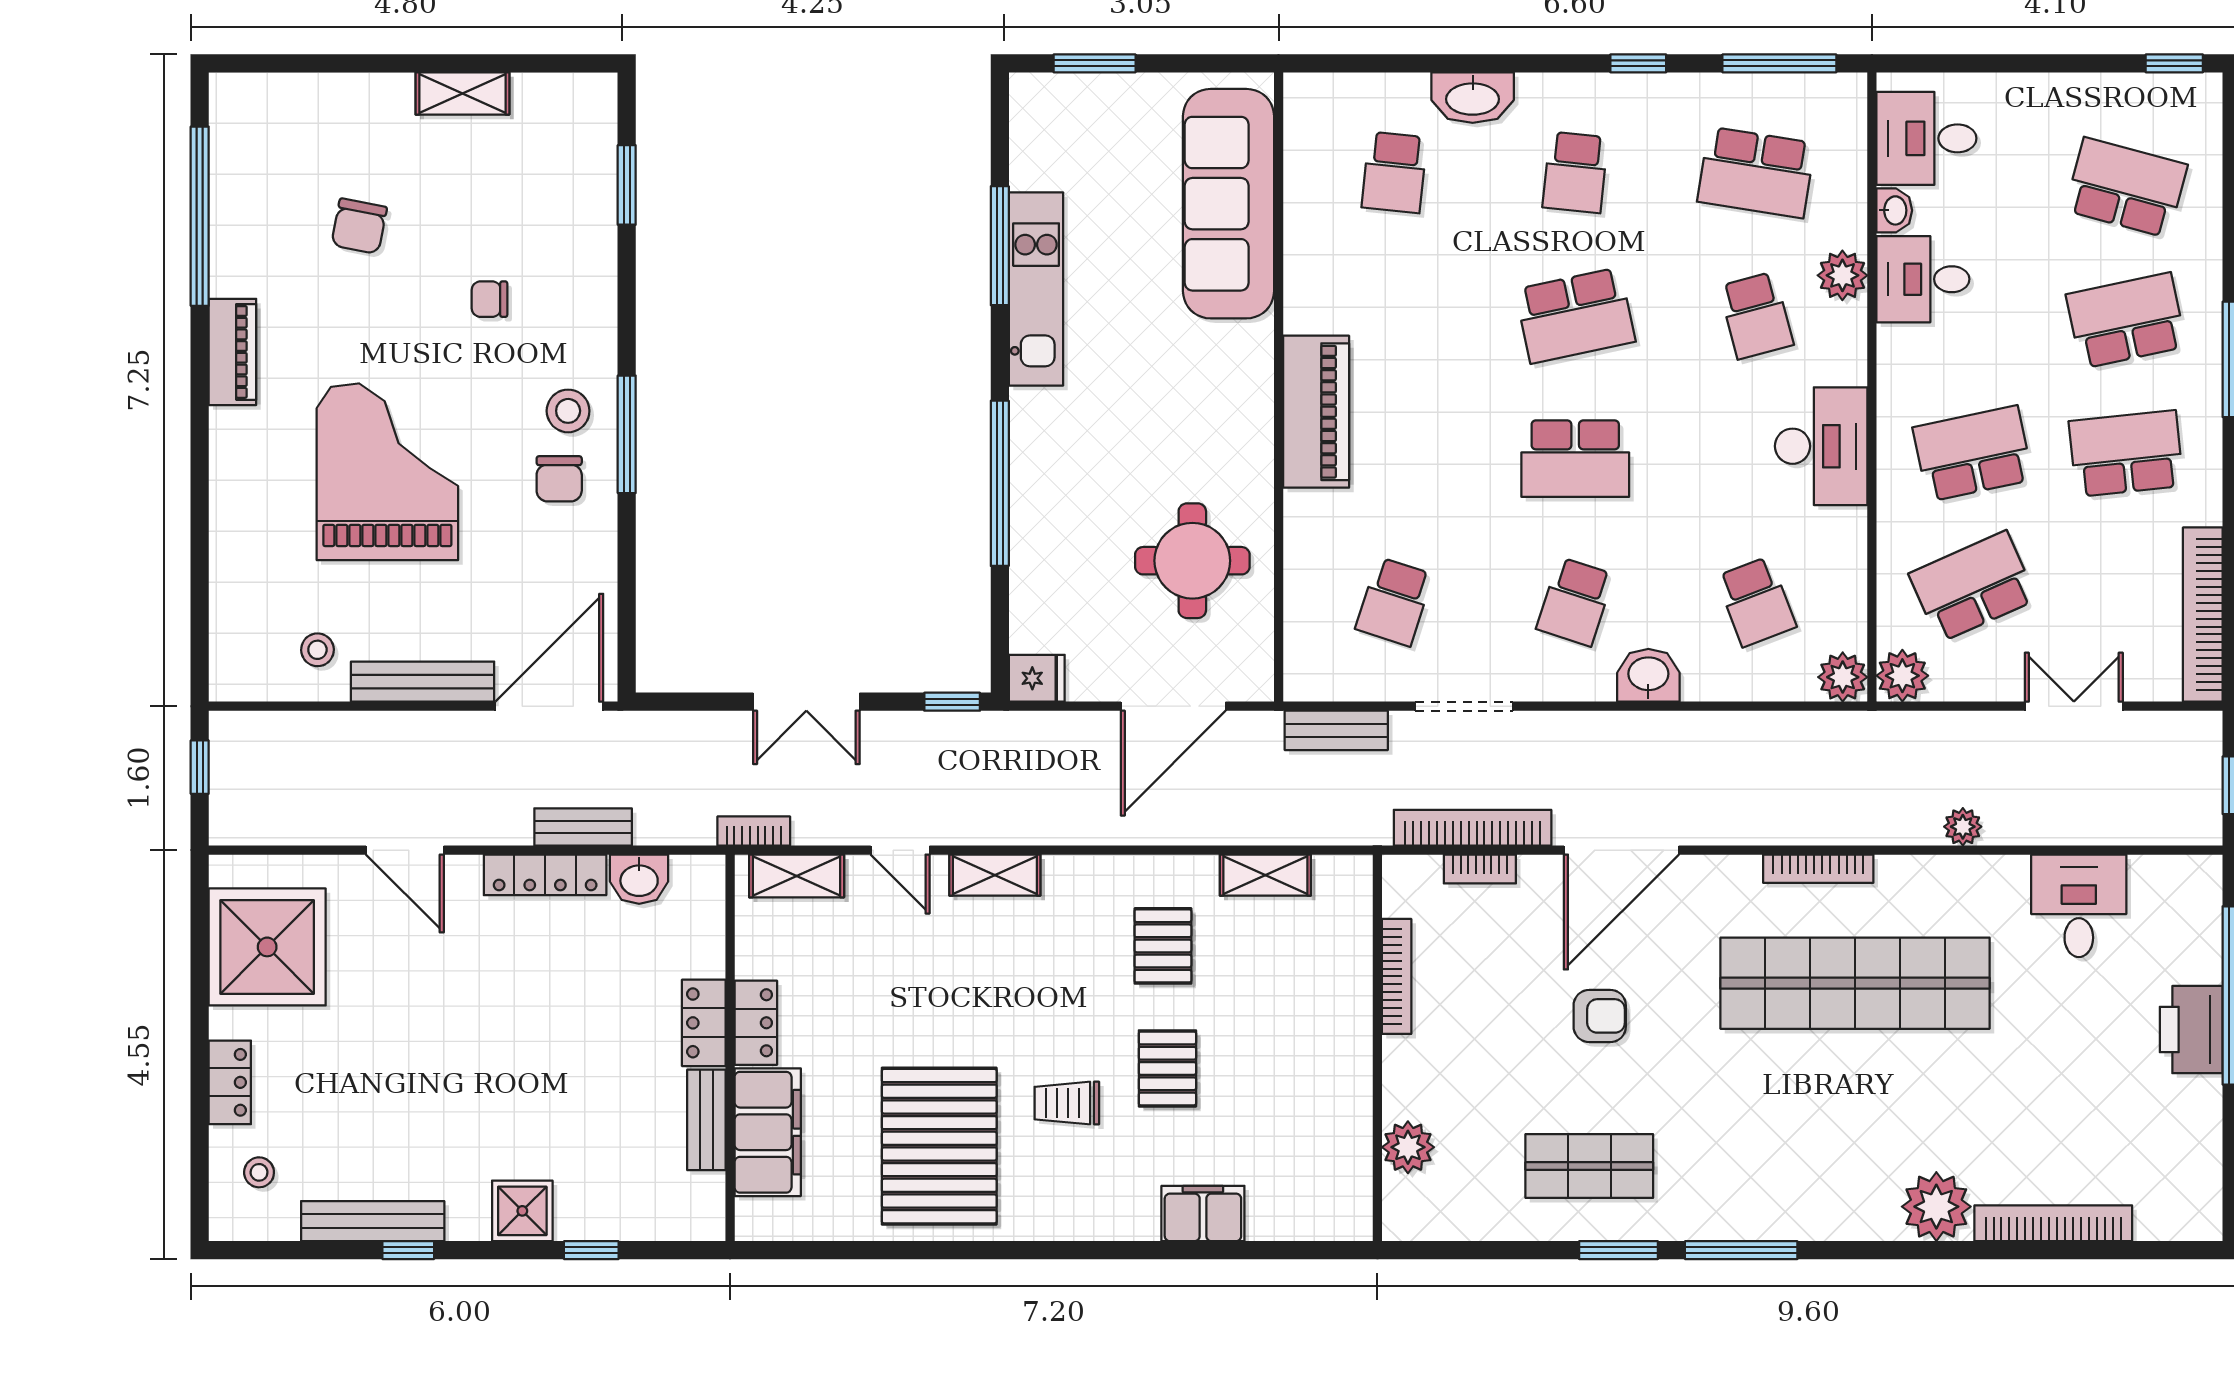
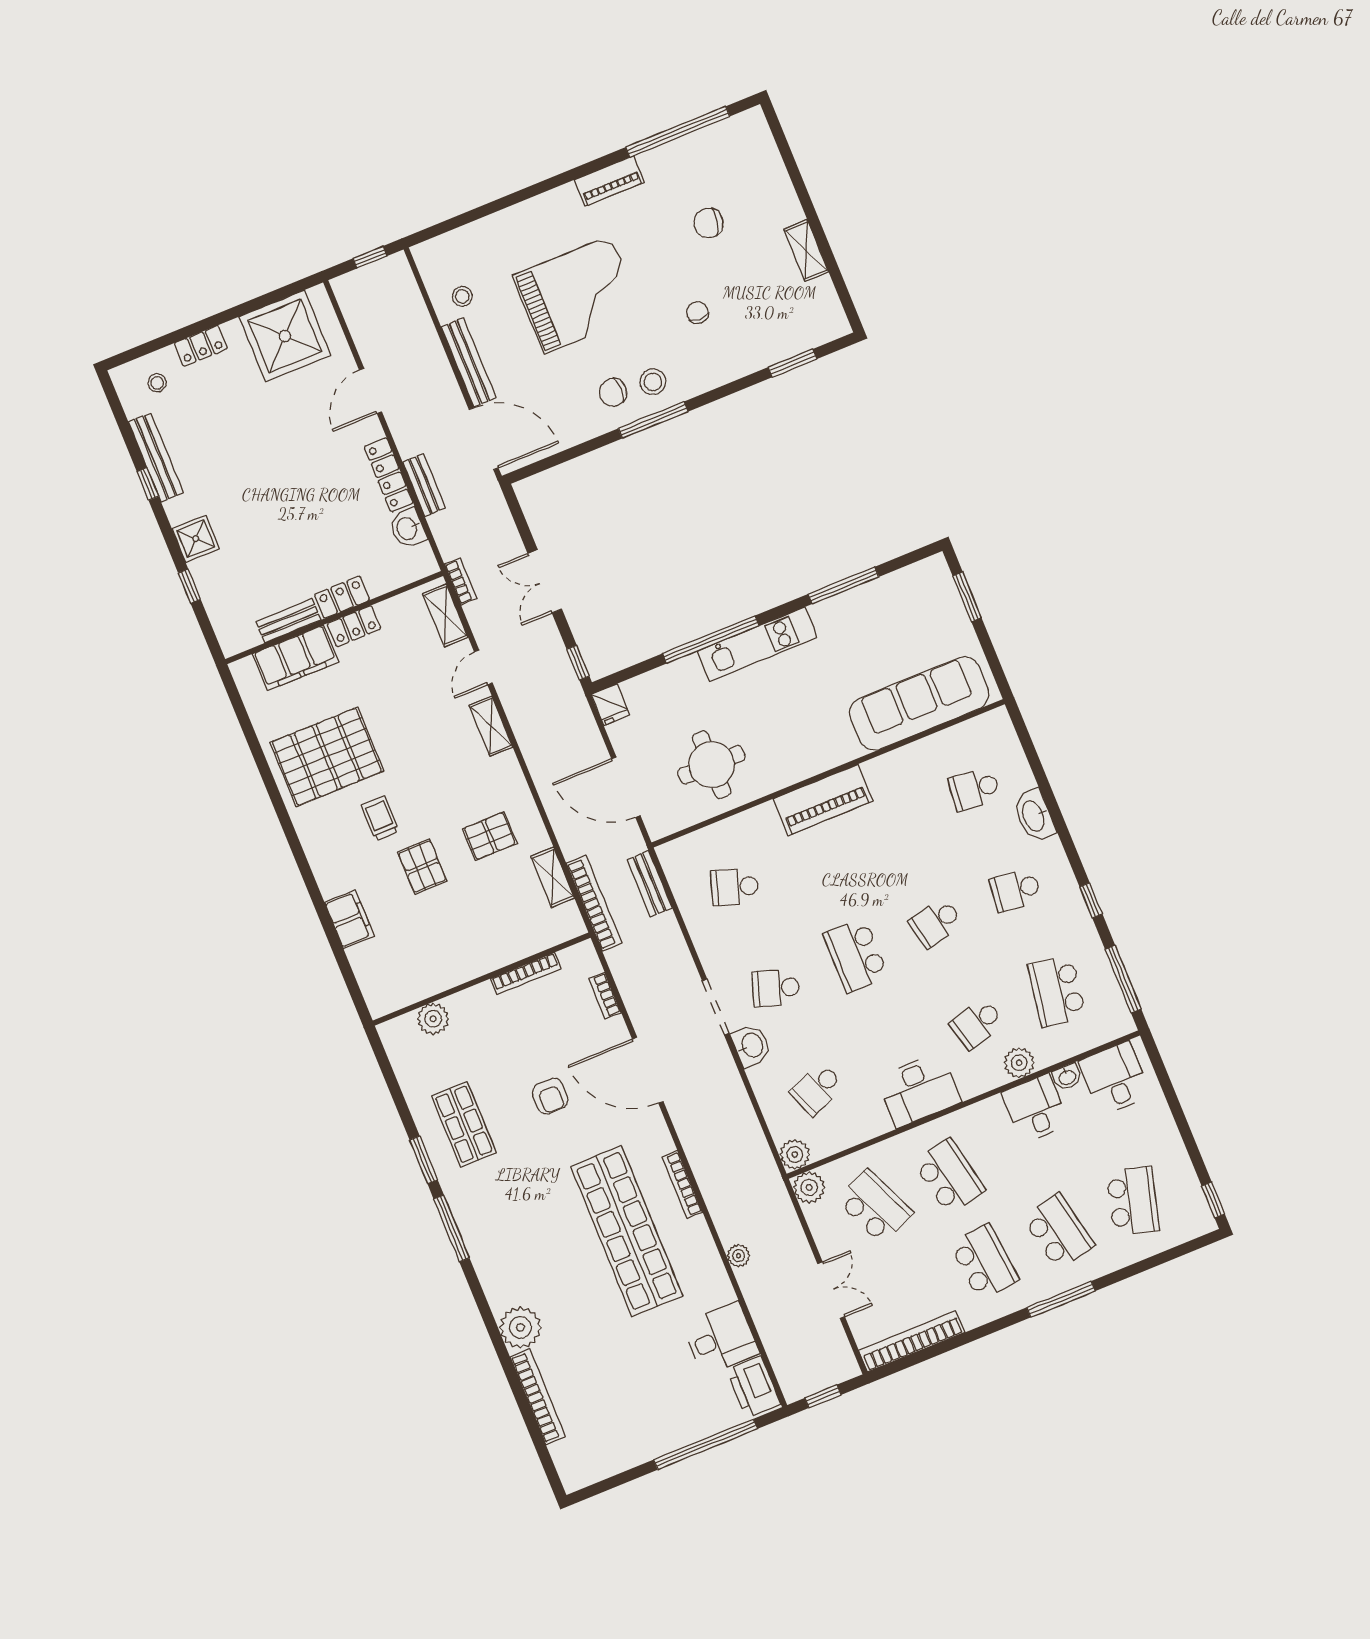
kitchen unit: (1036, 289) -> (757, 644), moved
school desk: (1575, 315) -> (936, 923), width x0.54
doorway: (1464, 706) -> (716, 1007), moved
bookcase: (1473, 828) -> (594, 903), moved
printer: (2191, 1030) -> (754, 1387), moved, turned -90
pallet: (1167, 1068) -> (422, 867), turned 90

